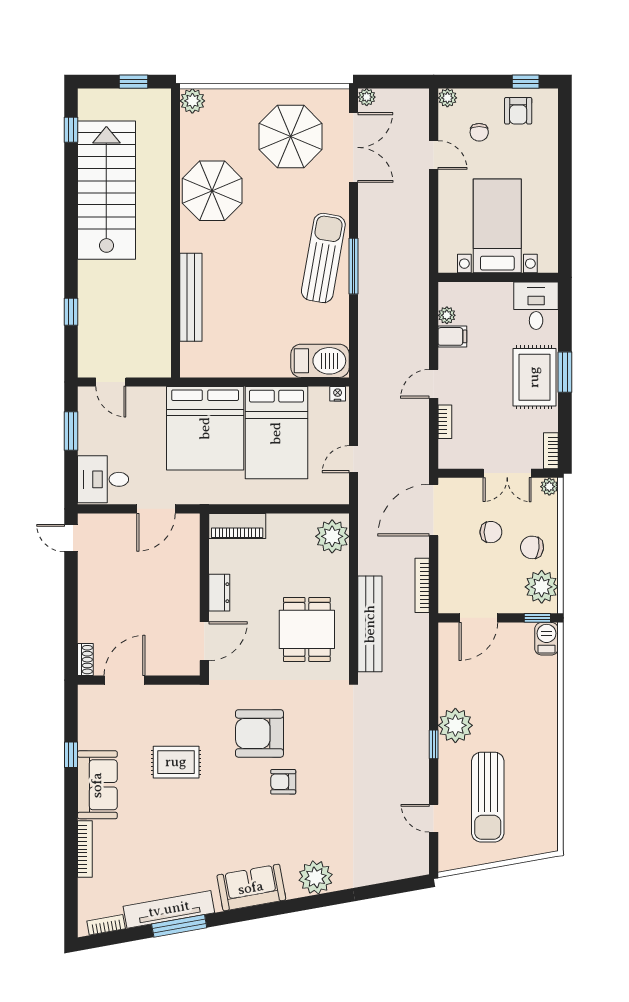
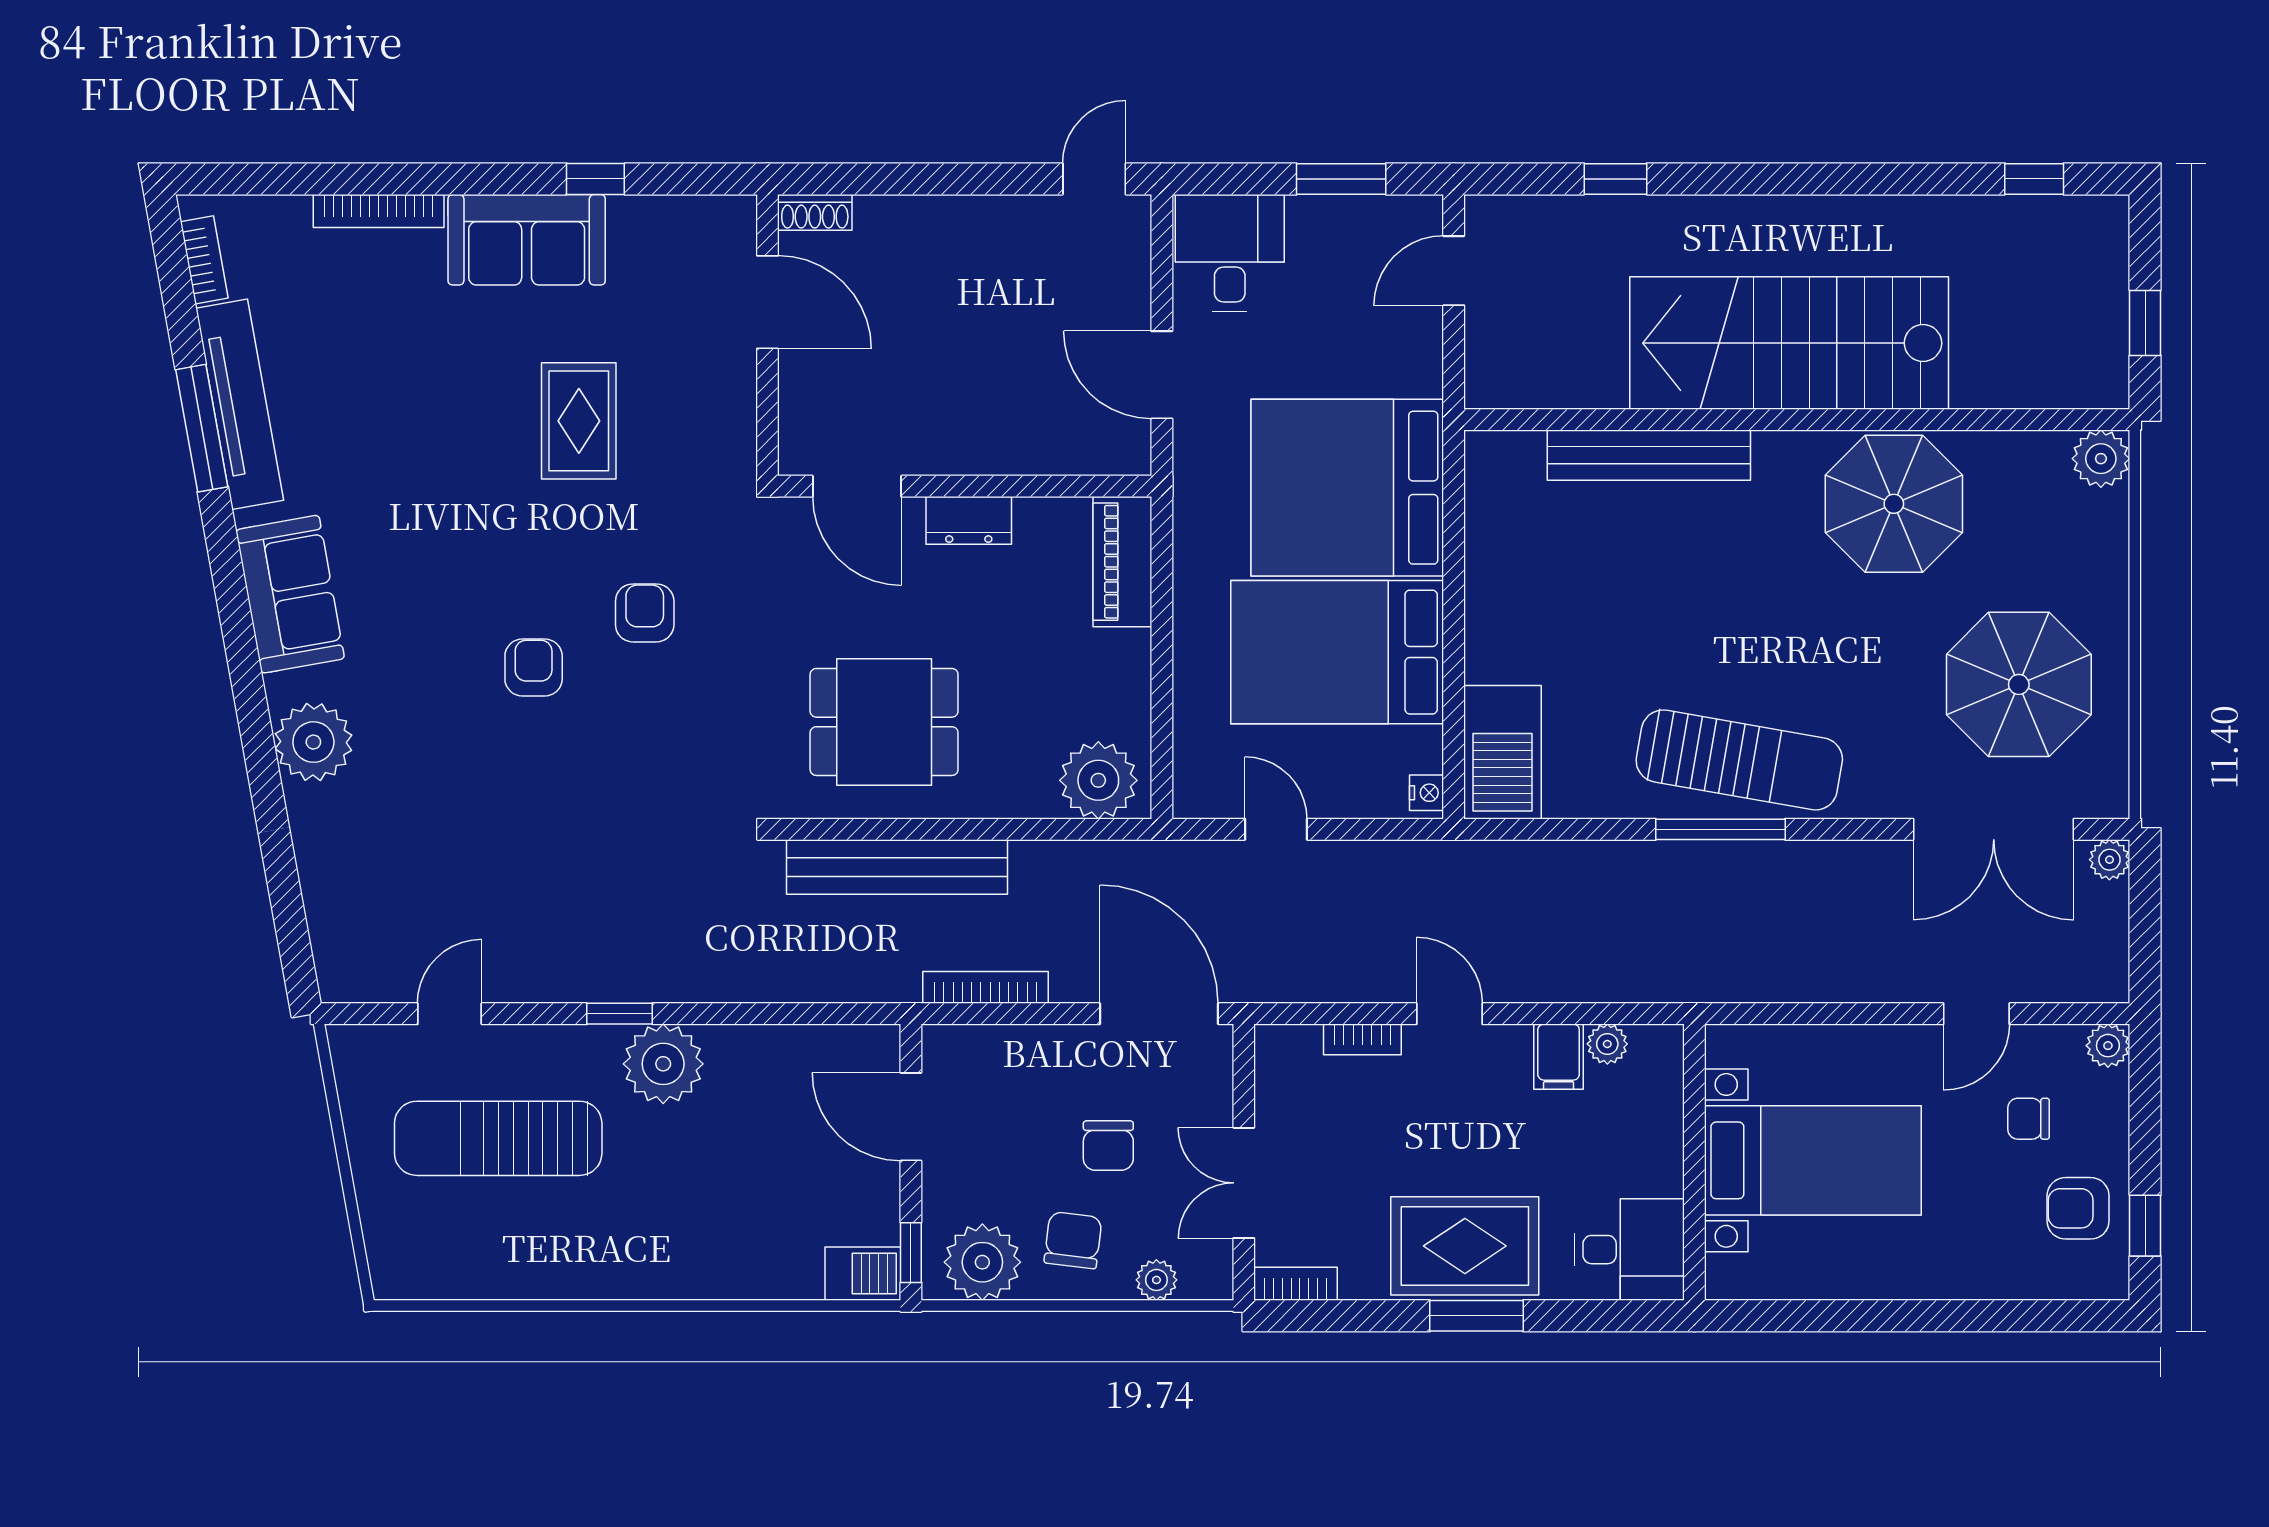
stairs: (106, 190) -> (1789, 343), moved, turned 180
plant: (549, 487) -> (1156, 1280), moved
armchair: (259, 733) -> (645, 613), width x0.53, depth x0.53

